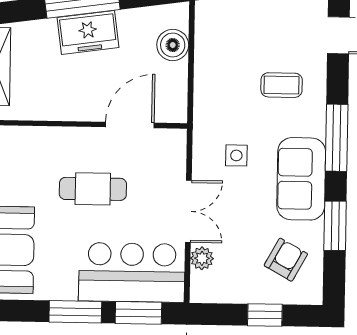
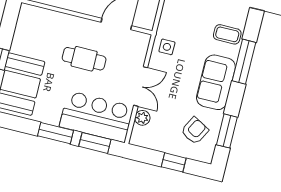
coffee table: (282, 85) -> (227, 34), moved
side table: (236, 155) -> (167, 47), moved
window: (335, 226) -> (227, 131), moved

